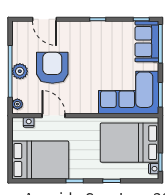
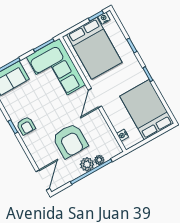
door: (44, 19) -> (43, 180), moved
armchair: (91, 33) -> (26, 126), added
armchair: (52, 68) -> (70, 141), turned -90
plant: (17, 104) -> (99, 160), moved
door: (53, 116) -> (95, 98), moved

